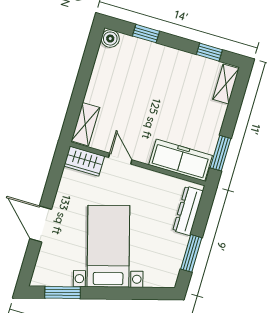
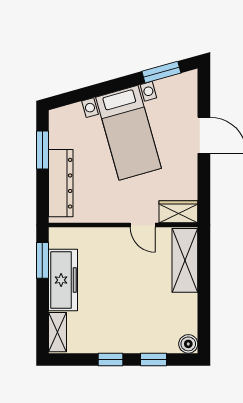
window: (209, 52) -> (110, 359), moved
shelving: (85, 124) -> (185, 260), width x1.50, depth x1.33
freezer: (180, 160) -> (63, 280), moved, turned -90
dresser: (188, 211) -> (61, 183), width x1.37, depth x1.24

